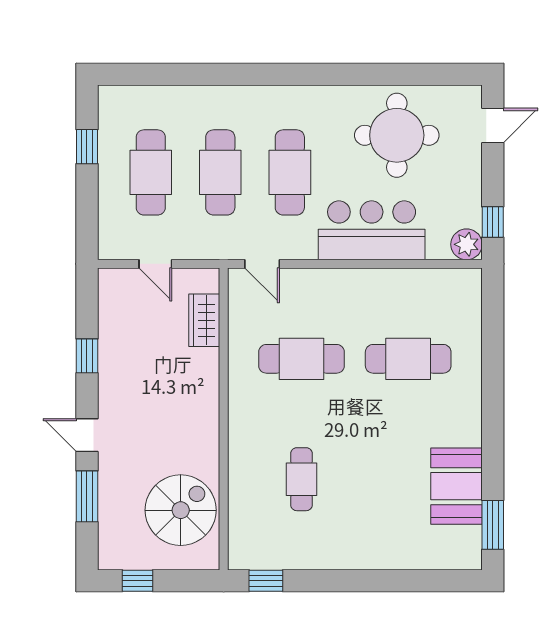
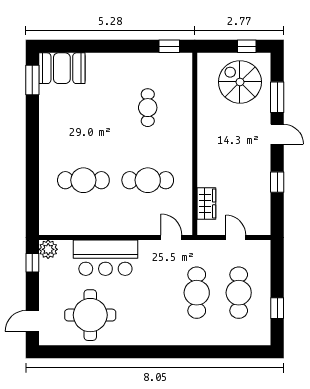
cafe table: (290, 172) -> (155, 293), removed
booth: (456, 486) -> (62, 68), moved, turned 90
spiral stairs: (181, 510) -> (240, 82), moved, turned 90

